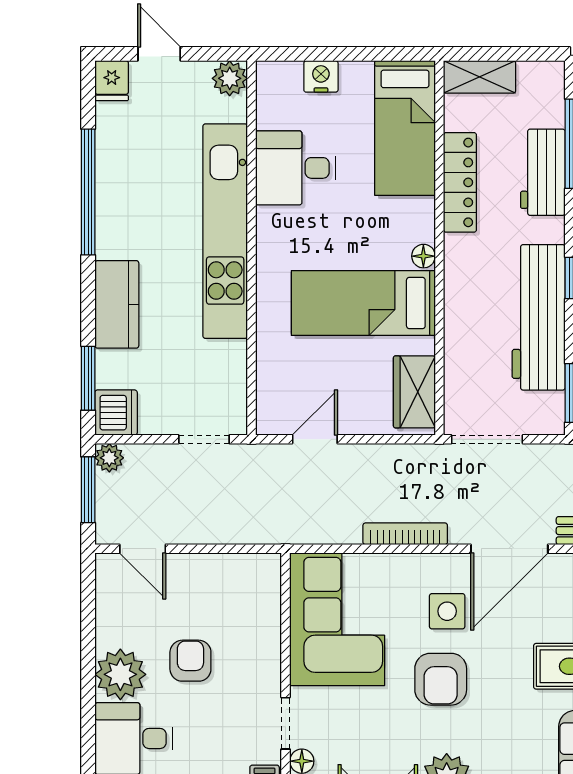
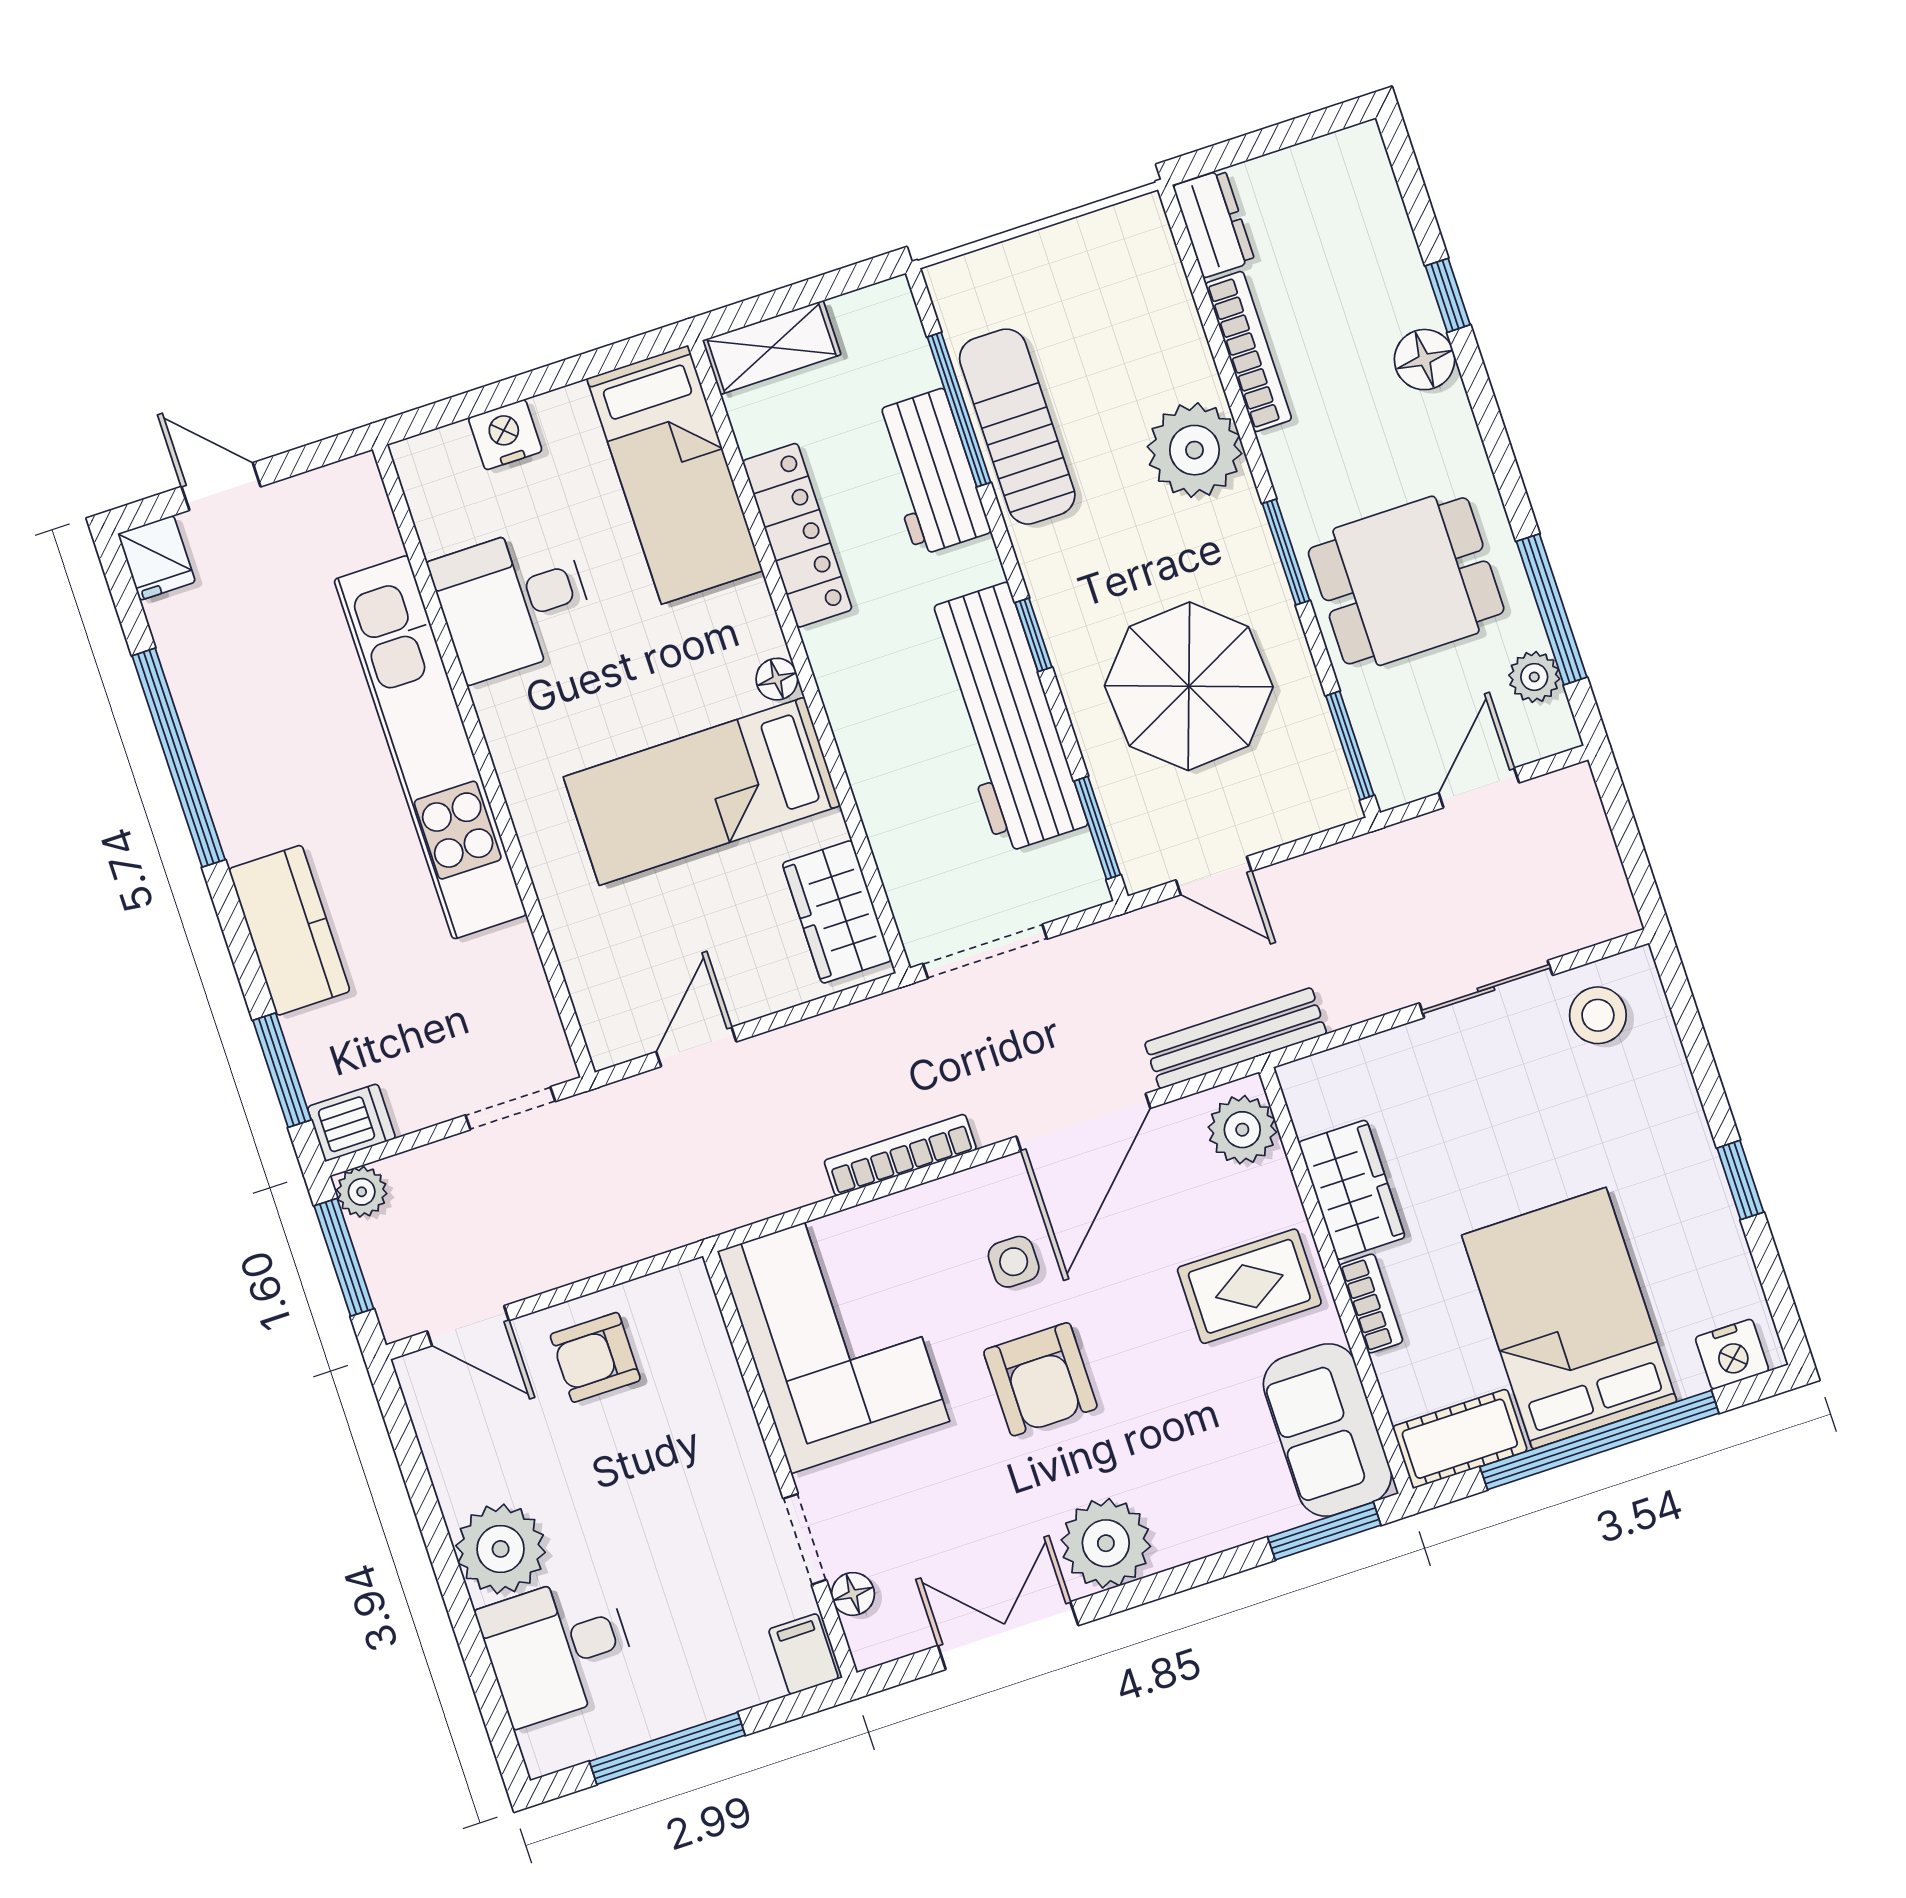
plant: (230, 78) -> (353, 488), removed
dishwasher: (116, 413) -> (351, 1123), width x0.73
side table: (447, 611) -> (1014, 1262), width x0.73, depth x0.73
armchair: (190, 661) -> (595, 1357), moved, turned -90

